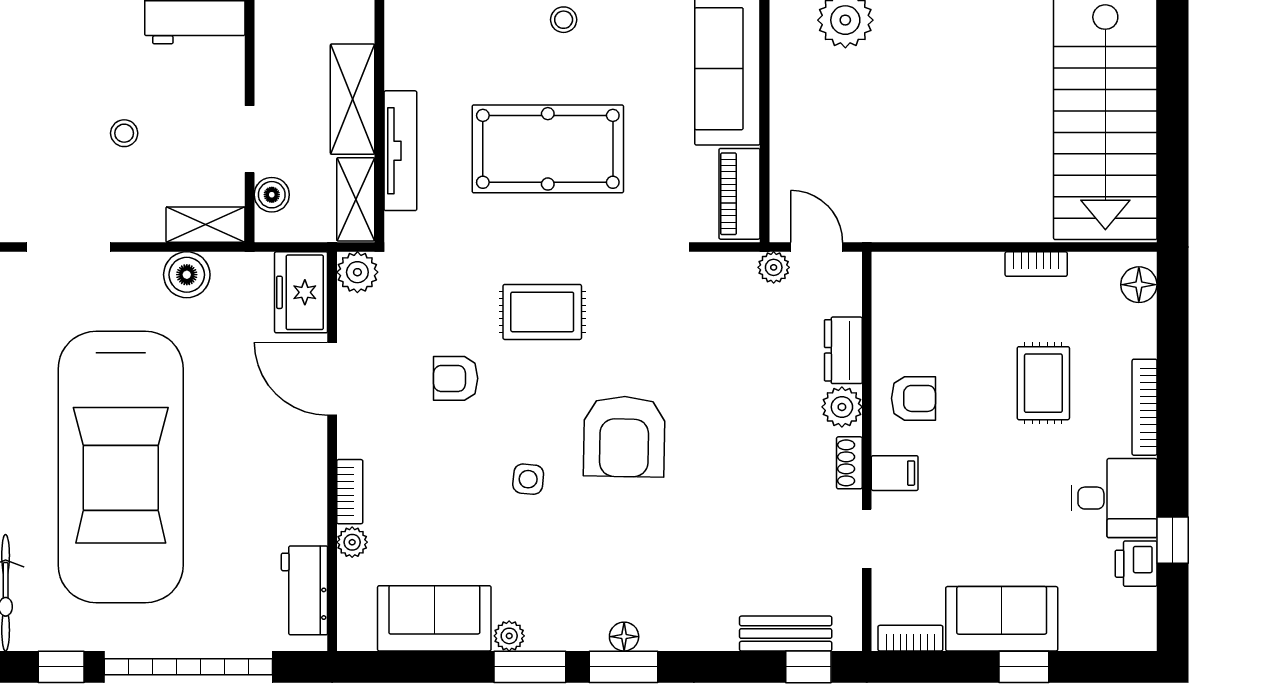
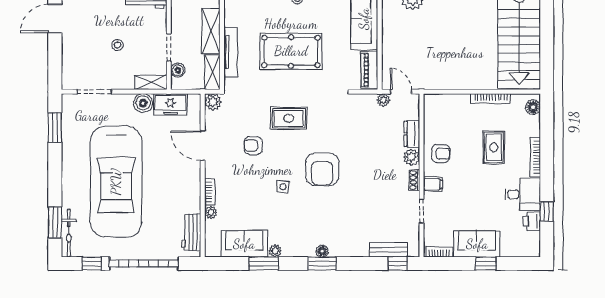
bookcase: (1036, 264) -> (491, 99), width x1.56
freezer: (301, 292) -> (170, 104), moved, turned -90
window: (530, 667) -> (264, 264), moved

